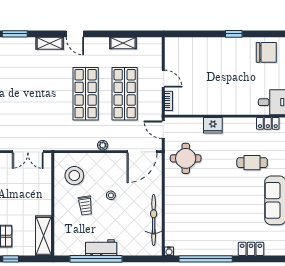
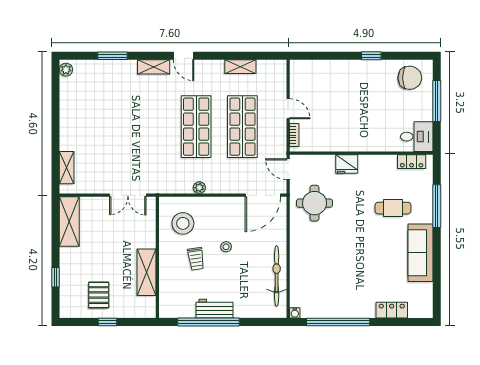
plant: (103, 145) -> (199, 188), moved
shelving: (44, 236) -> (146, 272), moved

